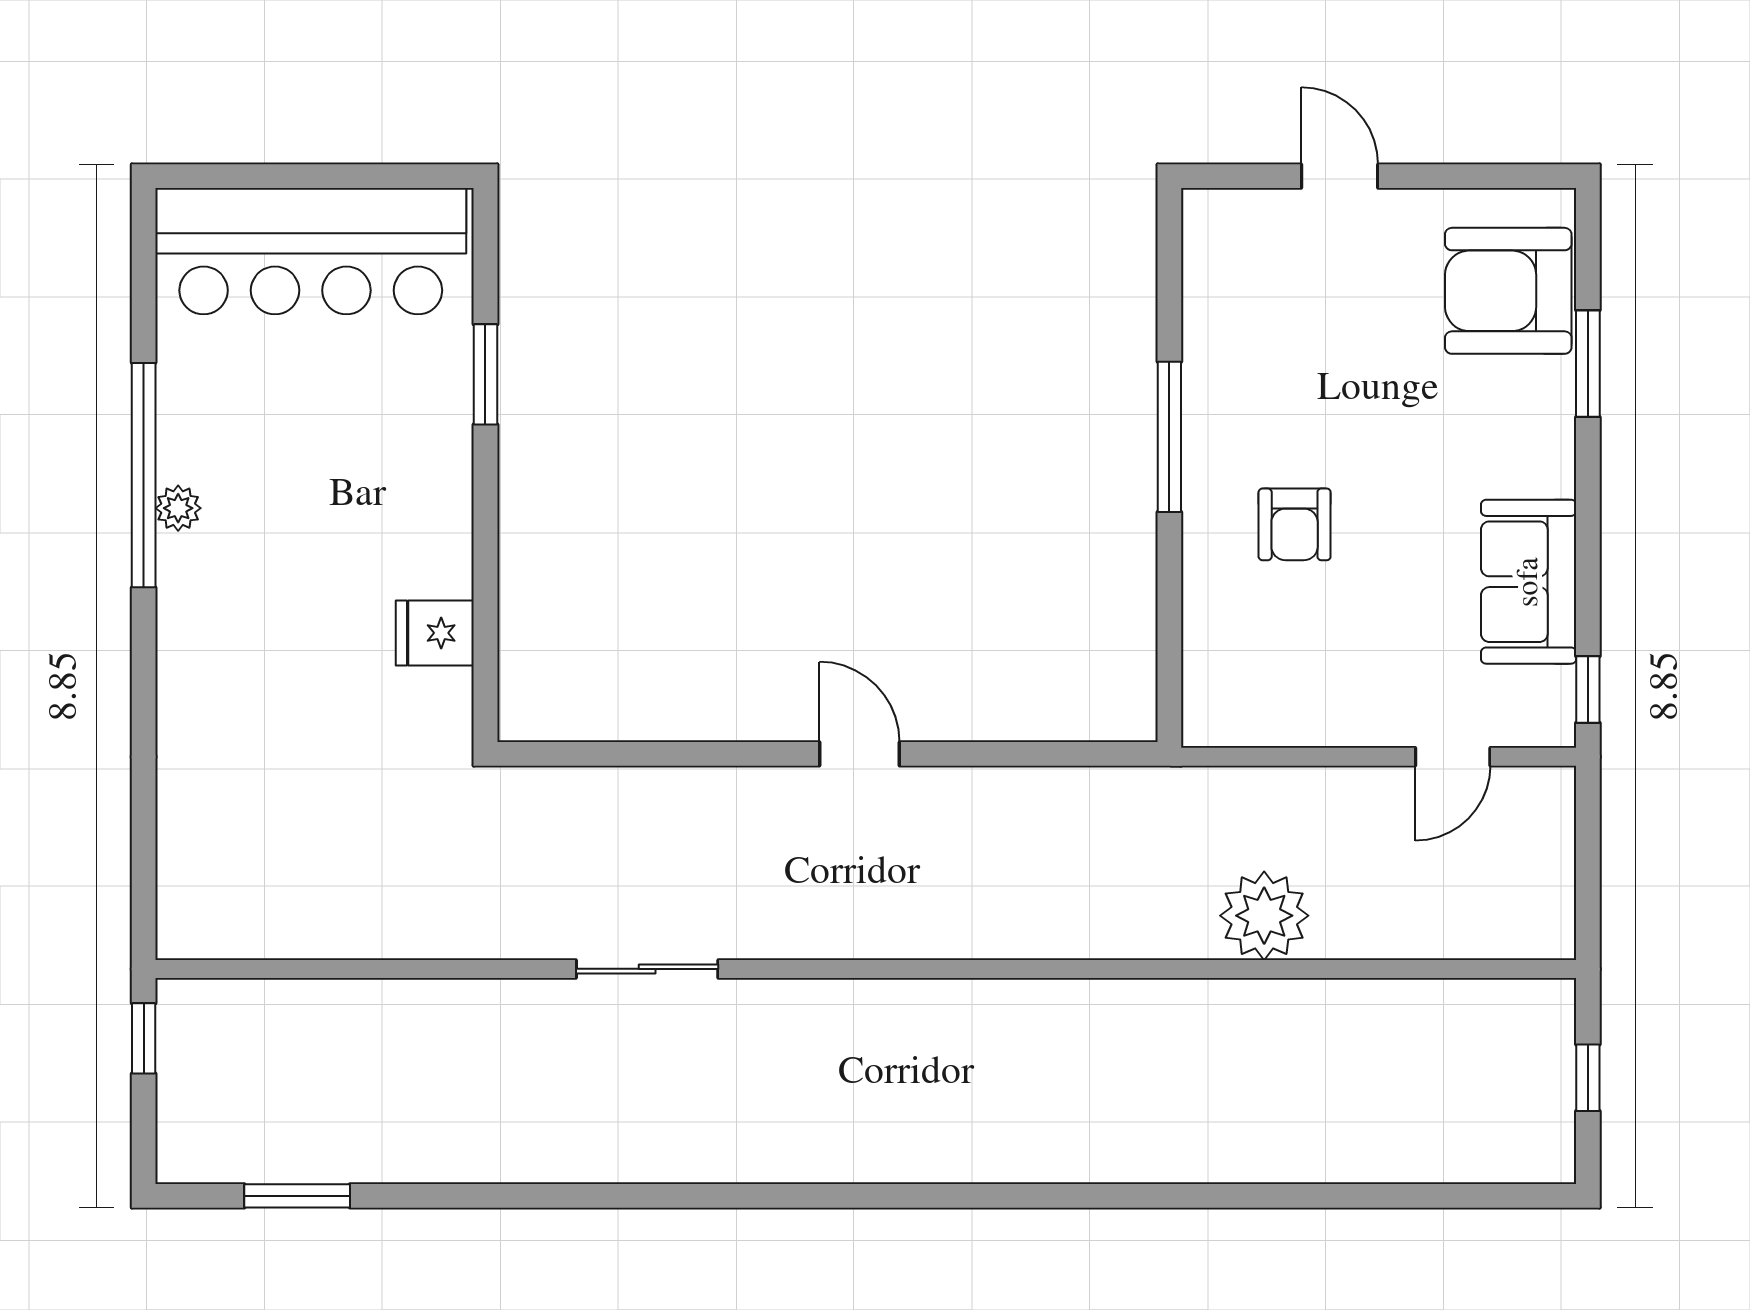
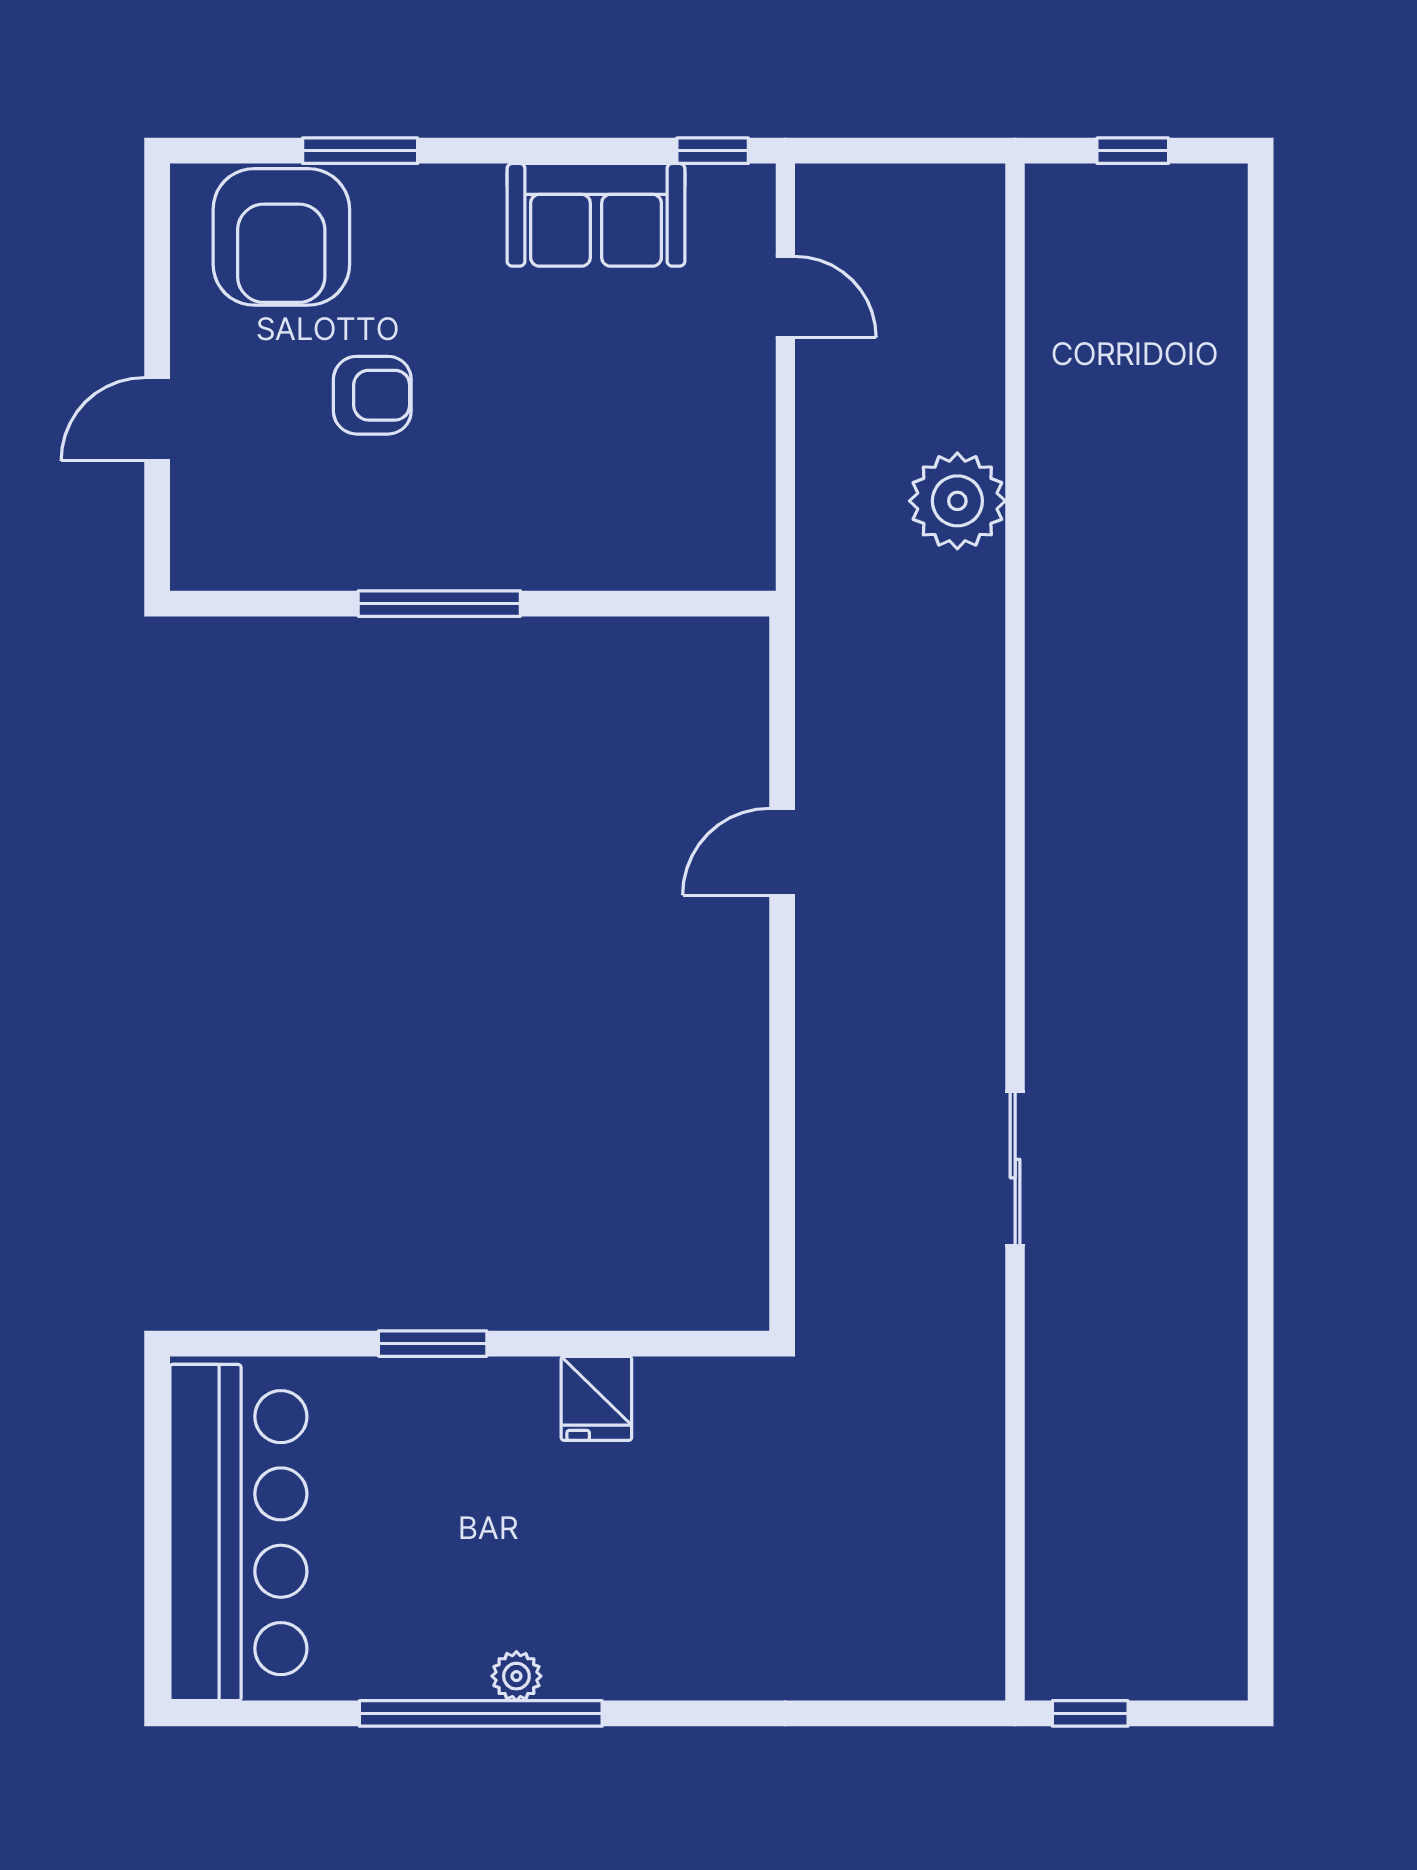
window: (485, 374) -> (433, 1344), moved
armchair: (1295, 524) -> (372, 395), moved
fridge: (435, 633) -> (596, 1398), moved
door: (859, 754) -> (782, 852), moved
window: (297, 1196) -> (1261, 1547), removed

